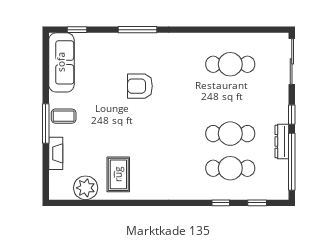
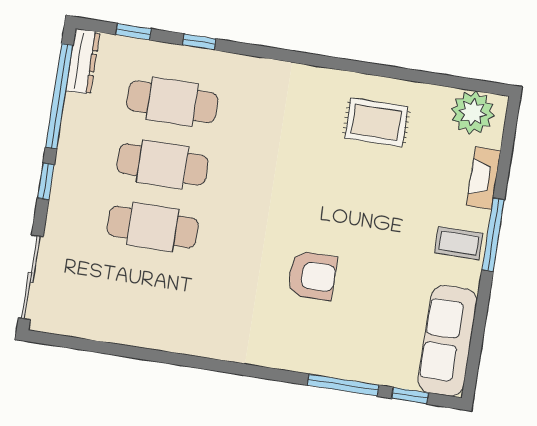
window: (138, 30) -> (343, 385), moved
cafe table: (230, 64) -> (153, 227), moved
dresser: (282, 141) -> (83, 61), moved
rug: (118, 174) -> (376, 122), turned 90
plant: (86, 188) -> (473, 112), moved

